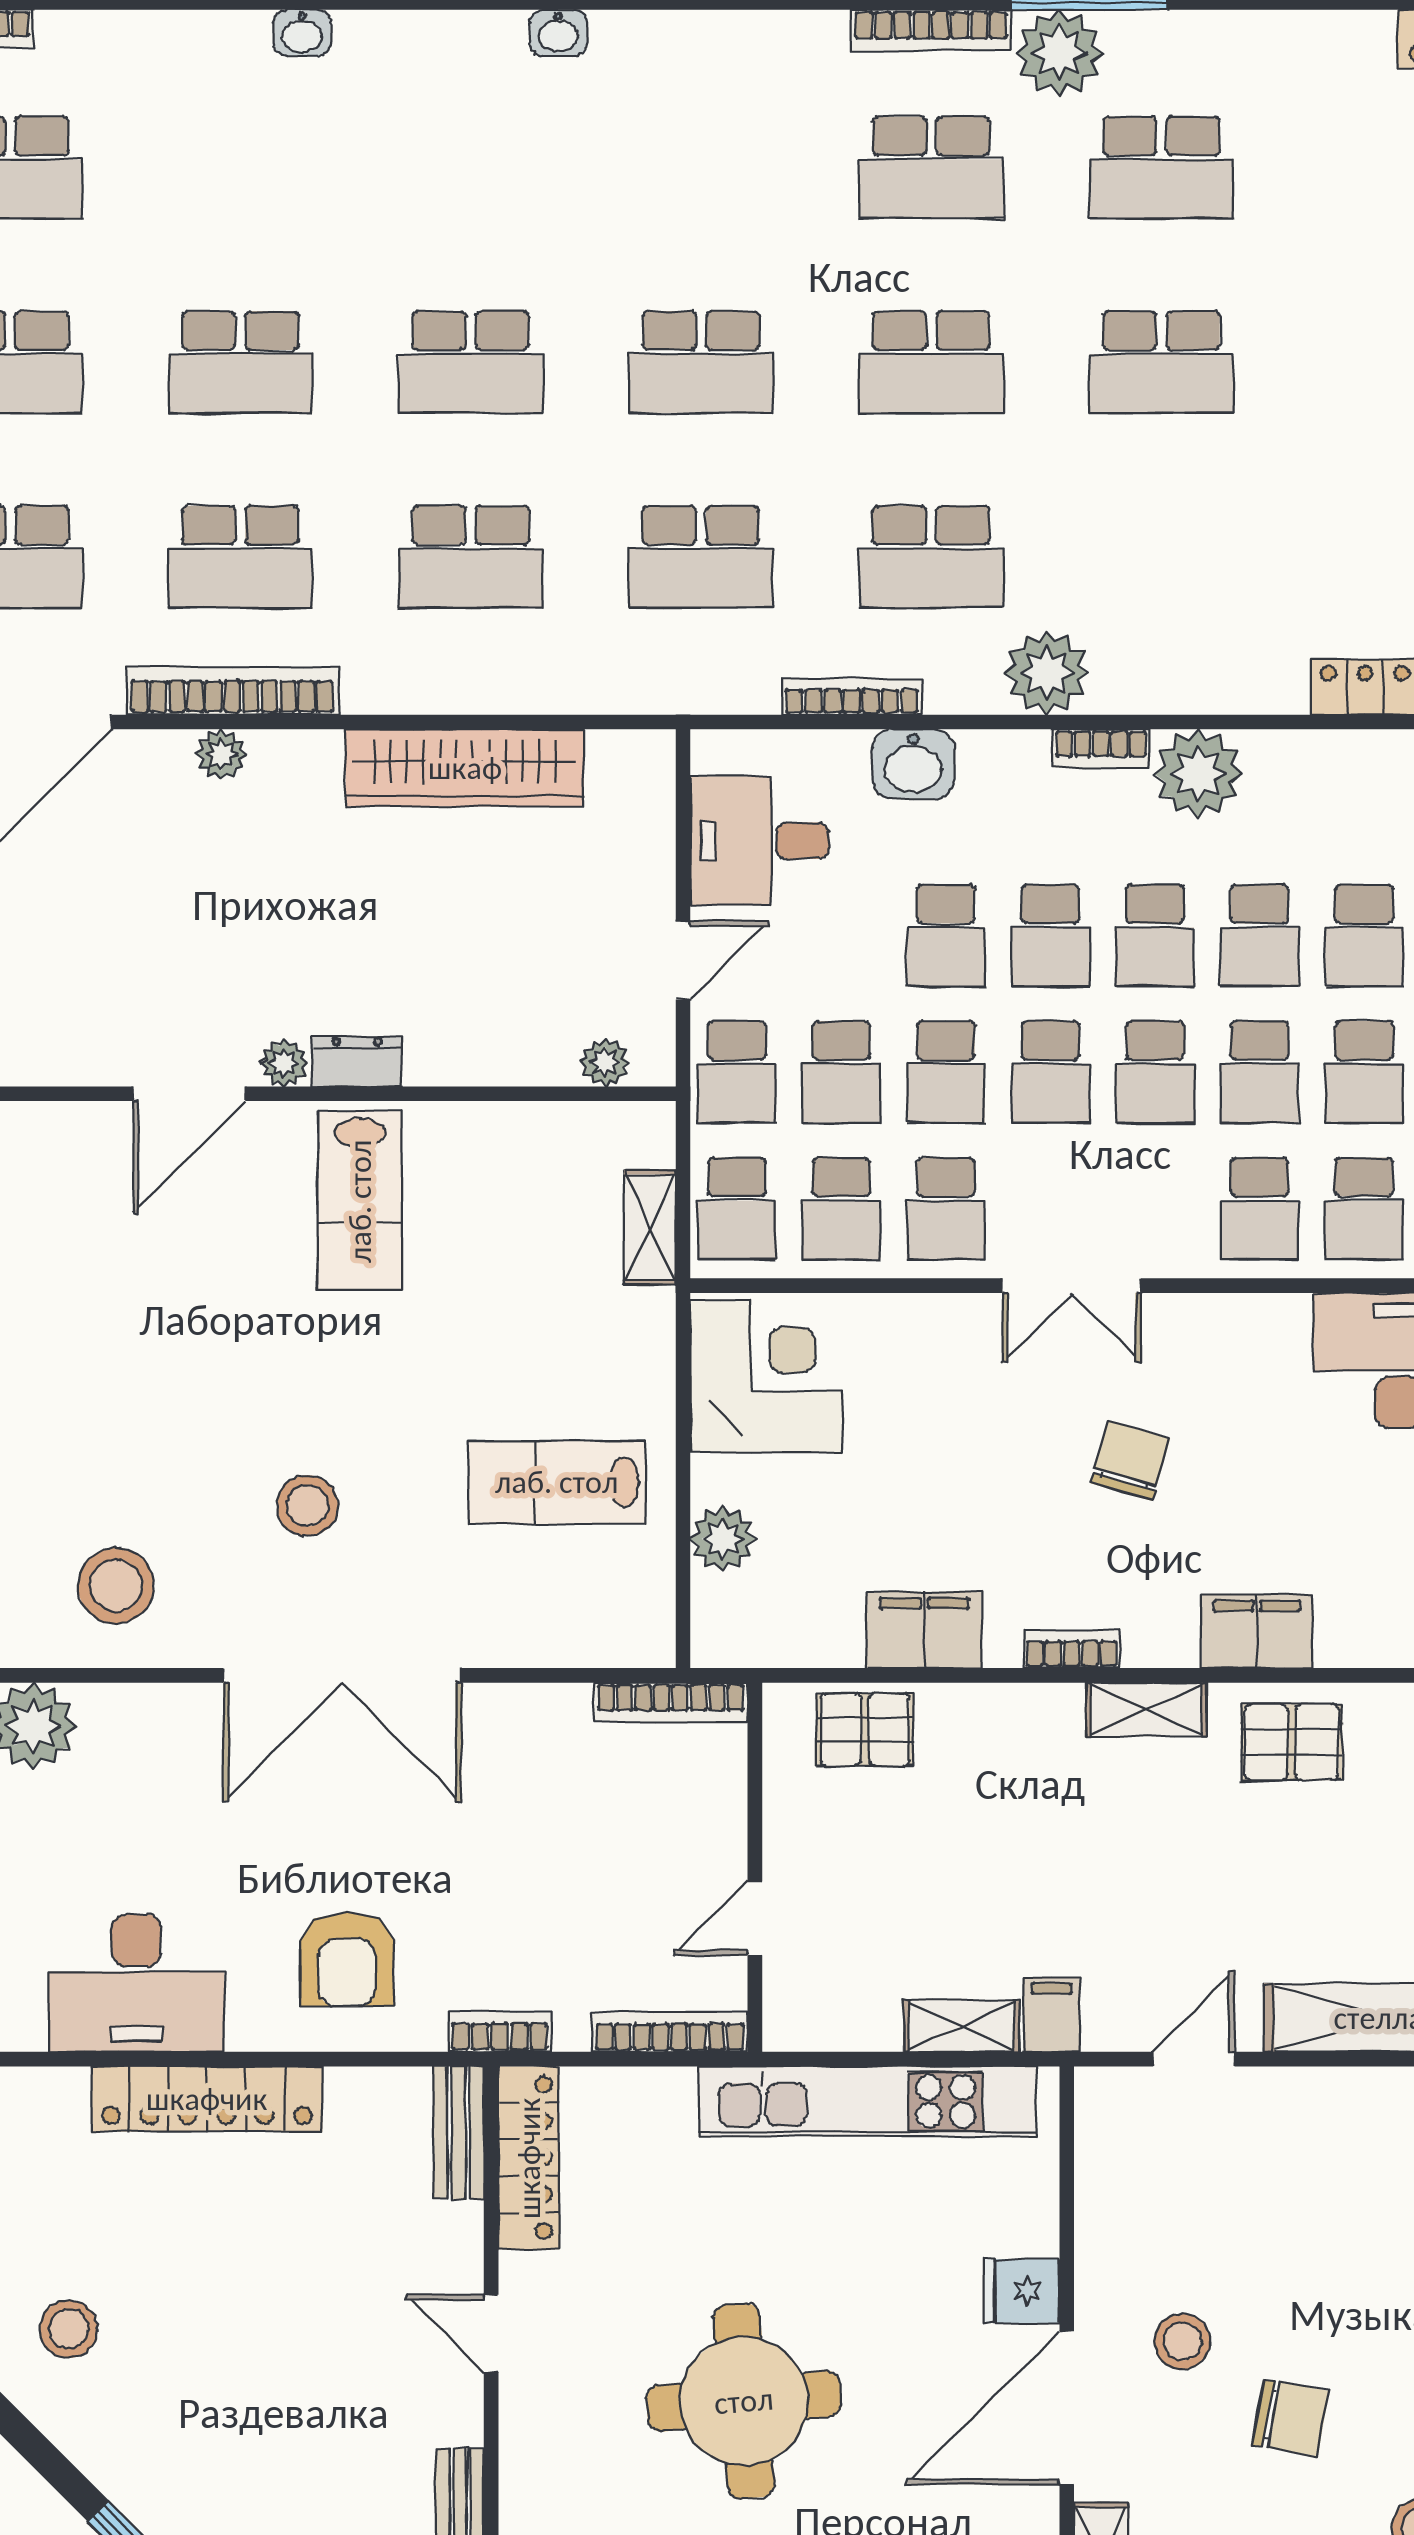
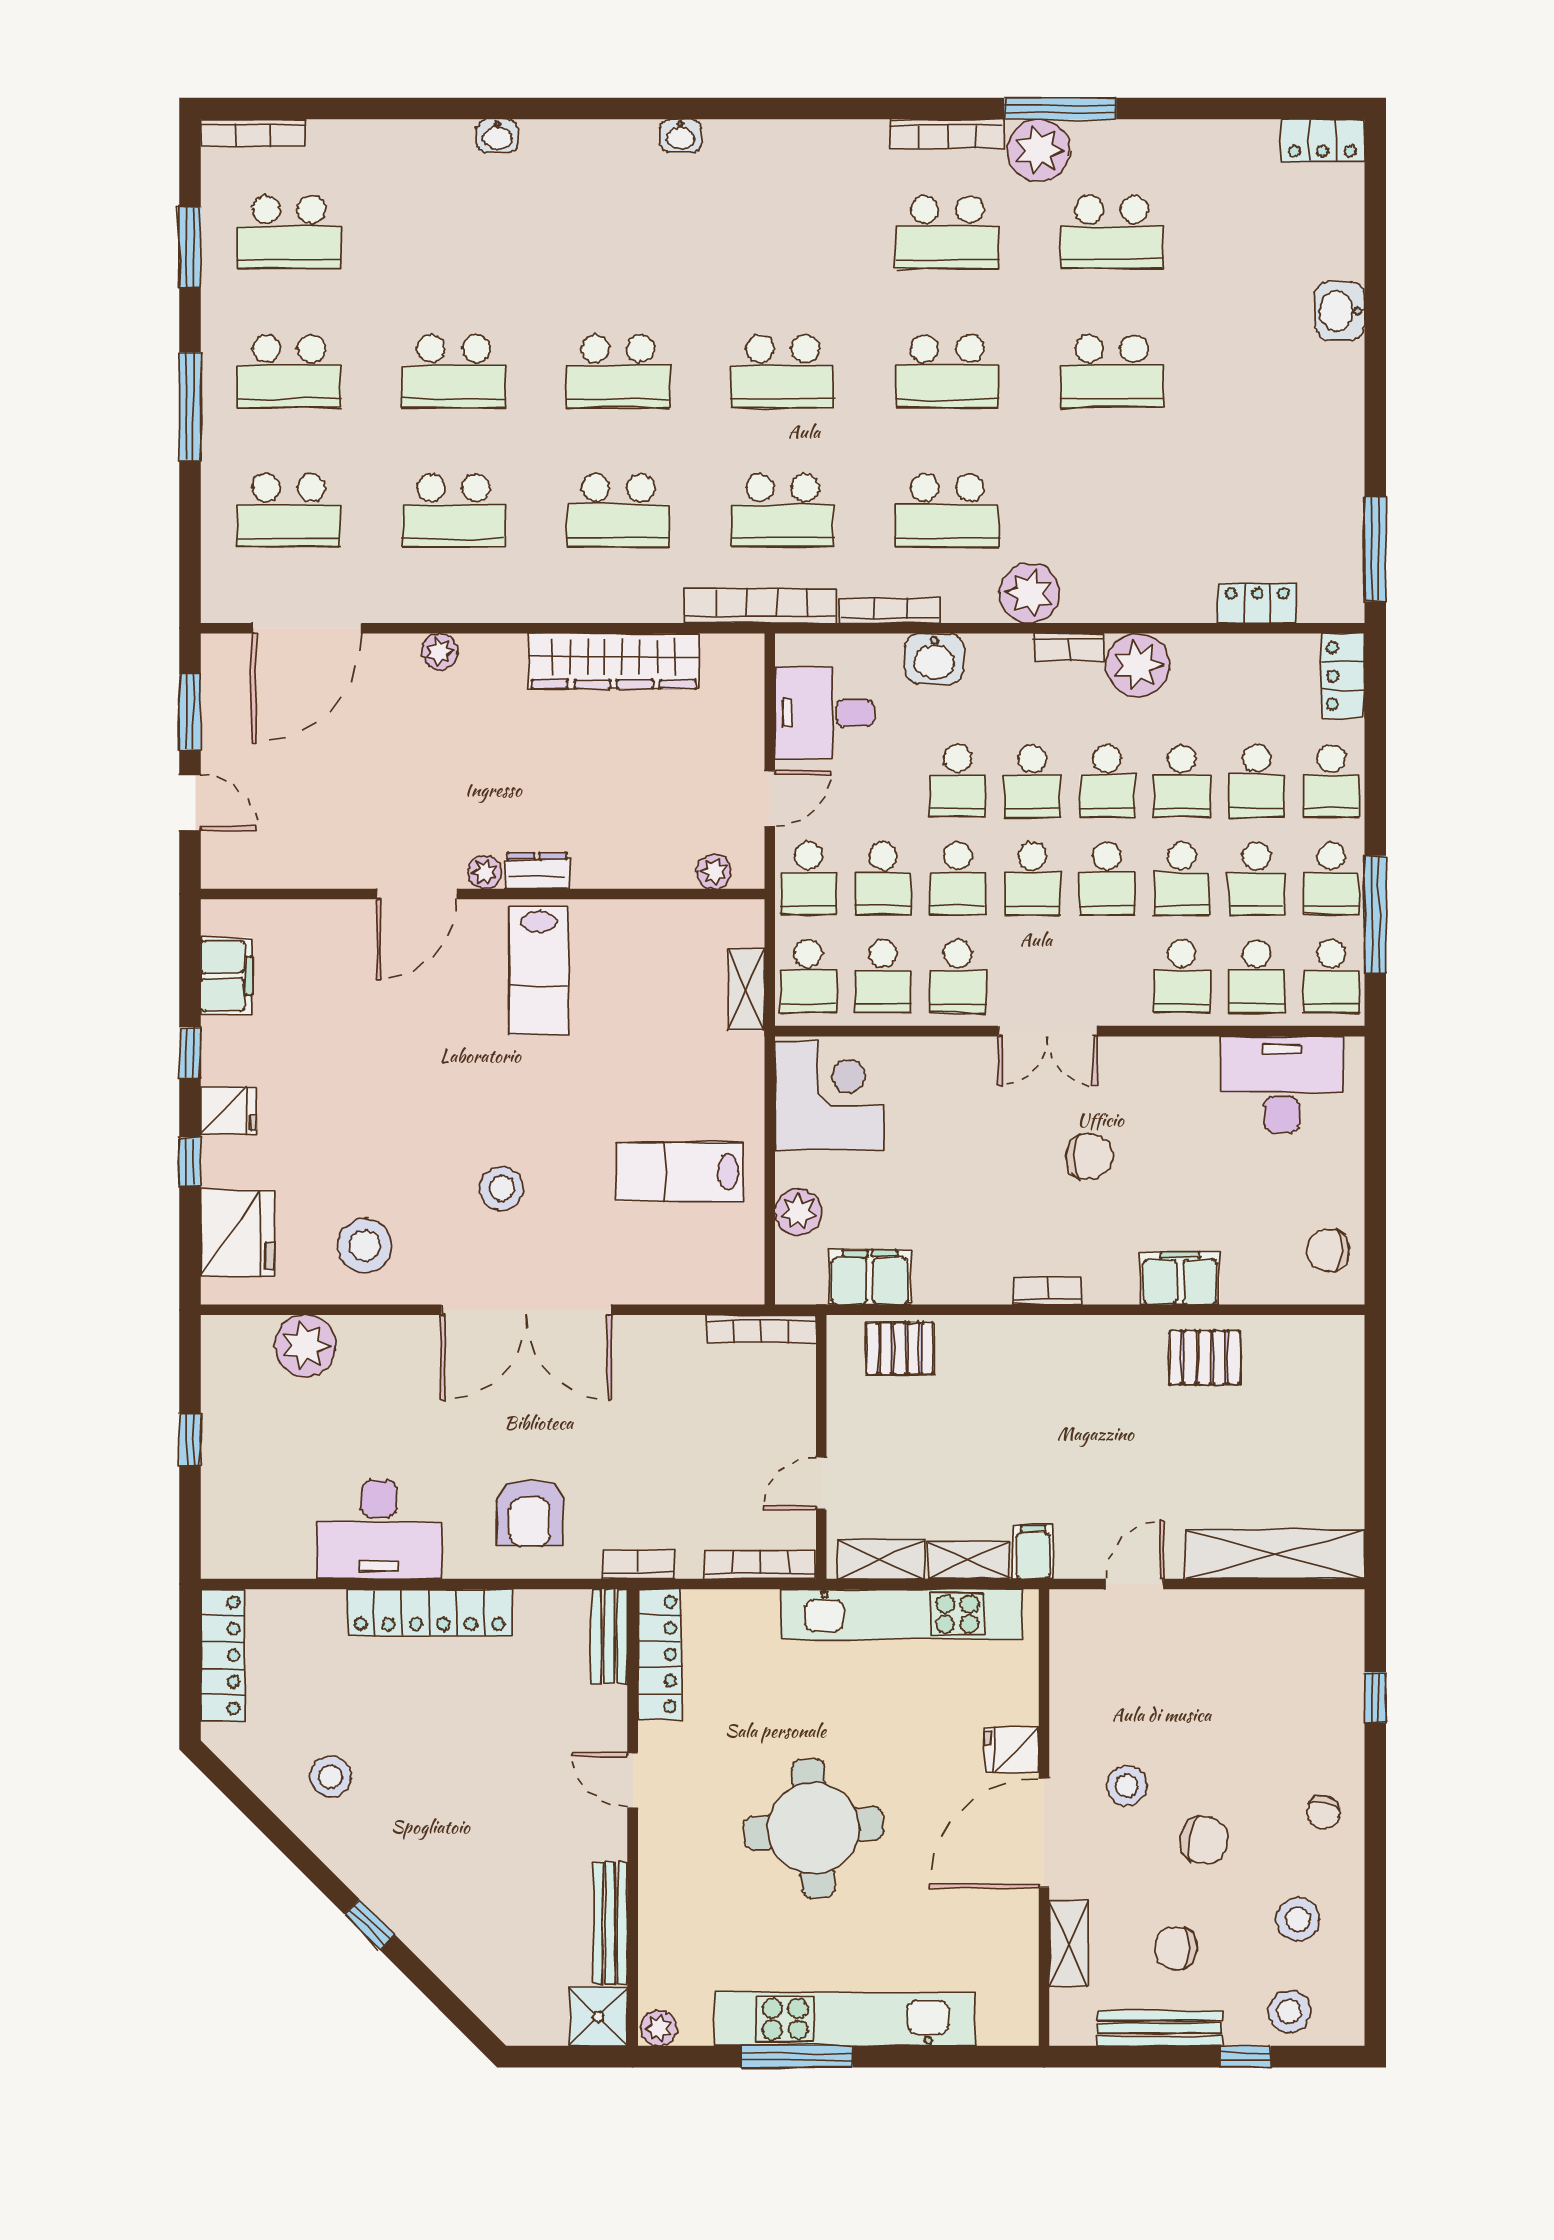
bookcase: (232, 691) -> (761, 606), moved
chair: (1130, 1461) -> (1089, 1156), turned 74
filing cabinet: (924, 1630) -> (870, 1277), moved
shelving: (1146, 1710) -> (881, 1559), moved

